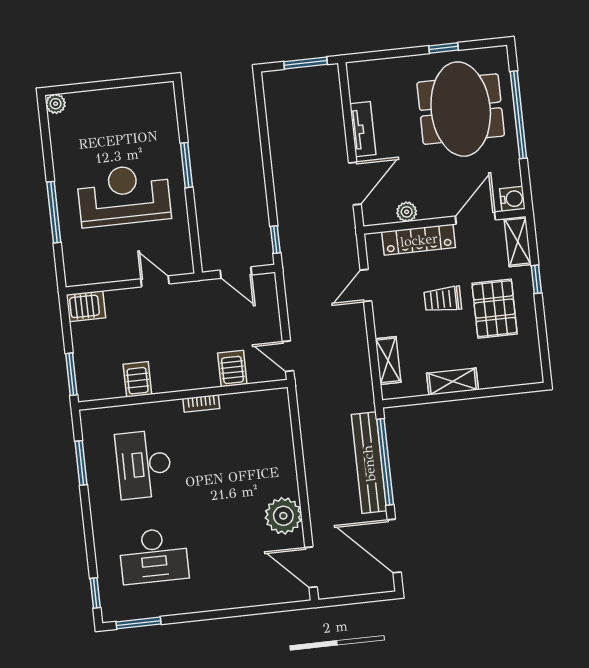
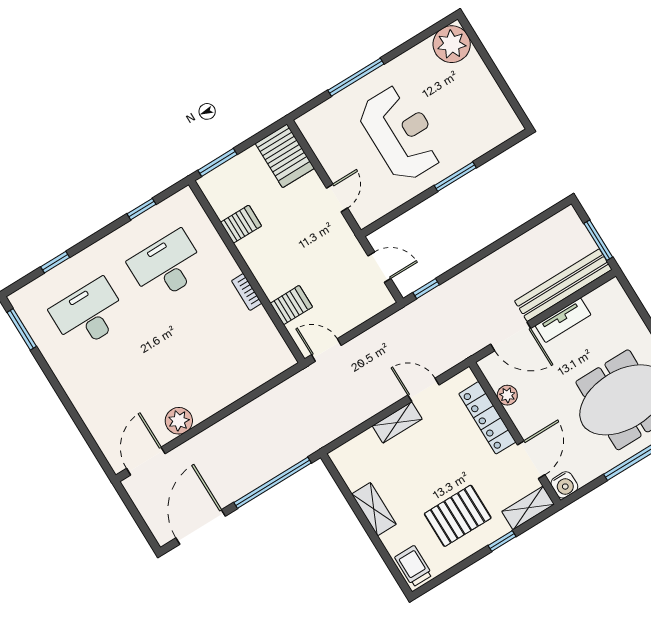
plant: (56, 104) -> (452, 44), width x1.88, depth x1.88
door: (475, 218) -> (531, 460), hinge flipped
door: (236, 273) -> (379, 267), swing flipped
trolley: (443, 299) -> (414, 566), moved
server rack: (86, 306) -> (285, 156), width x1.36, depth x1.44
door: (288, 356) -> (326, 350), hinge flipped
shelving: (388, 360) -> (397, 422), moved
window: (81, 463) -> (141, 209), width x0.67
bench: (369, 463) -> (563, 285), moved
plant: (283, 516) -> (179, 421), width x0.73, depth x0.73
desk: (154, 556) -> (89, 314), turned 90
window: (95, 593) -> (55, 262), moved

